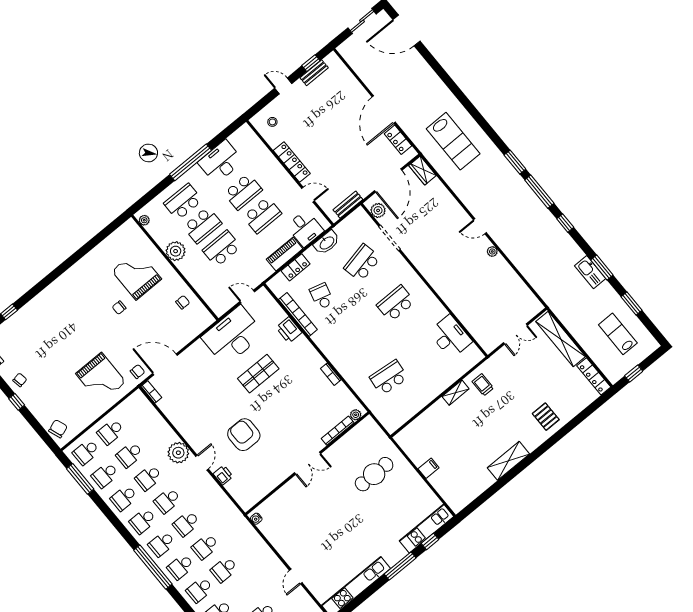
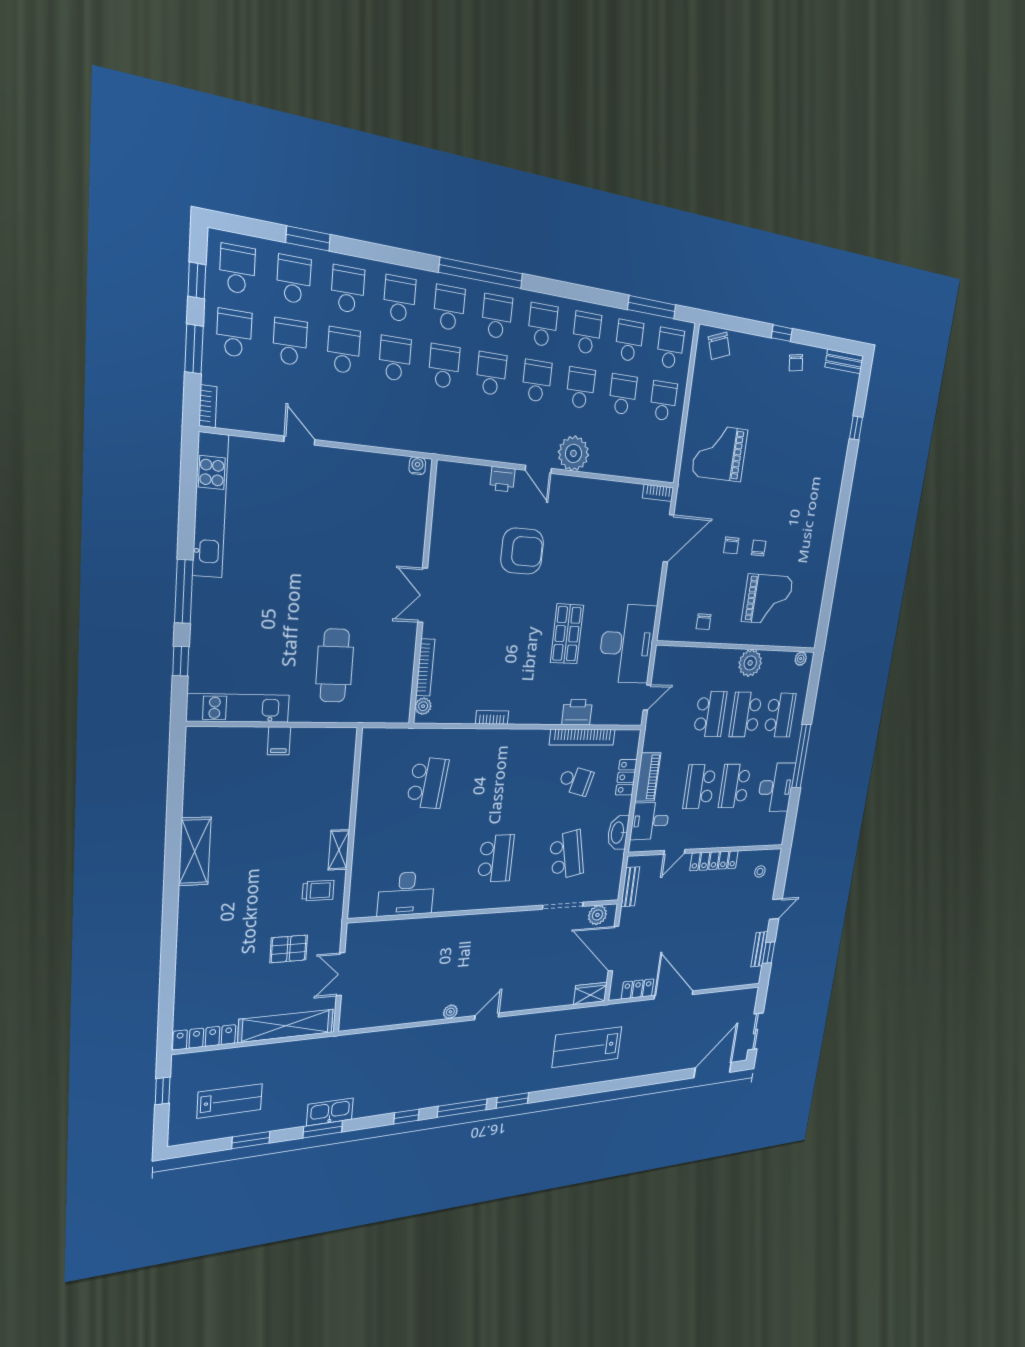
chair: (137, 372) -> (731, 545), moved
pallet: (546, 417) -> (289, 949), moved
kitchen unit: (426, 529) -> (238, 708), moved, turned -90
school desk: (243, 592) -> (343, 350), added

